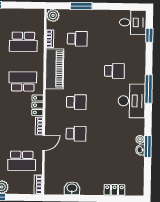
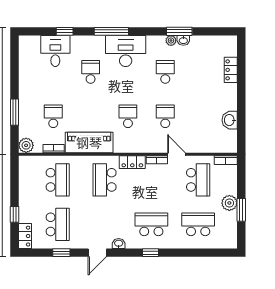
desk: (133, 22) -> (55, 51), moved
window: (149, 35) -> (65, 31), moved
school desk: (113, 134) -> (165, 72), added

